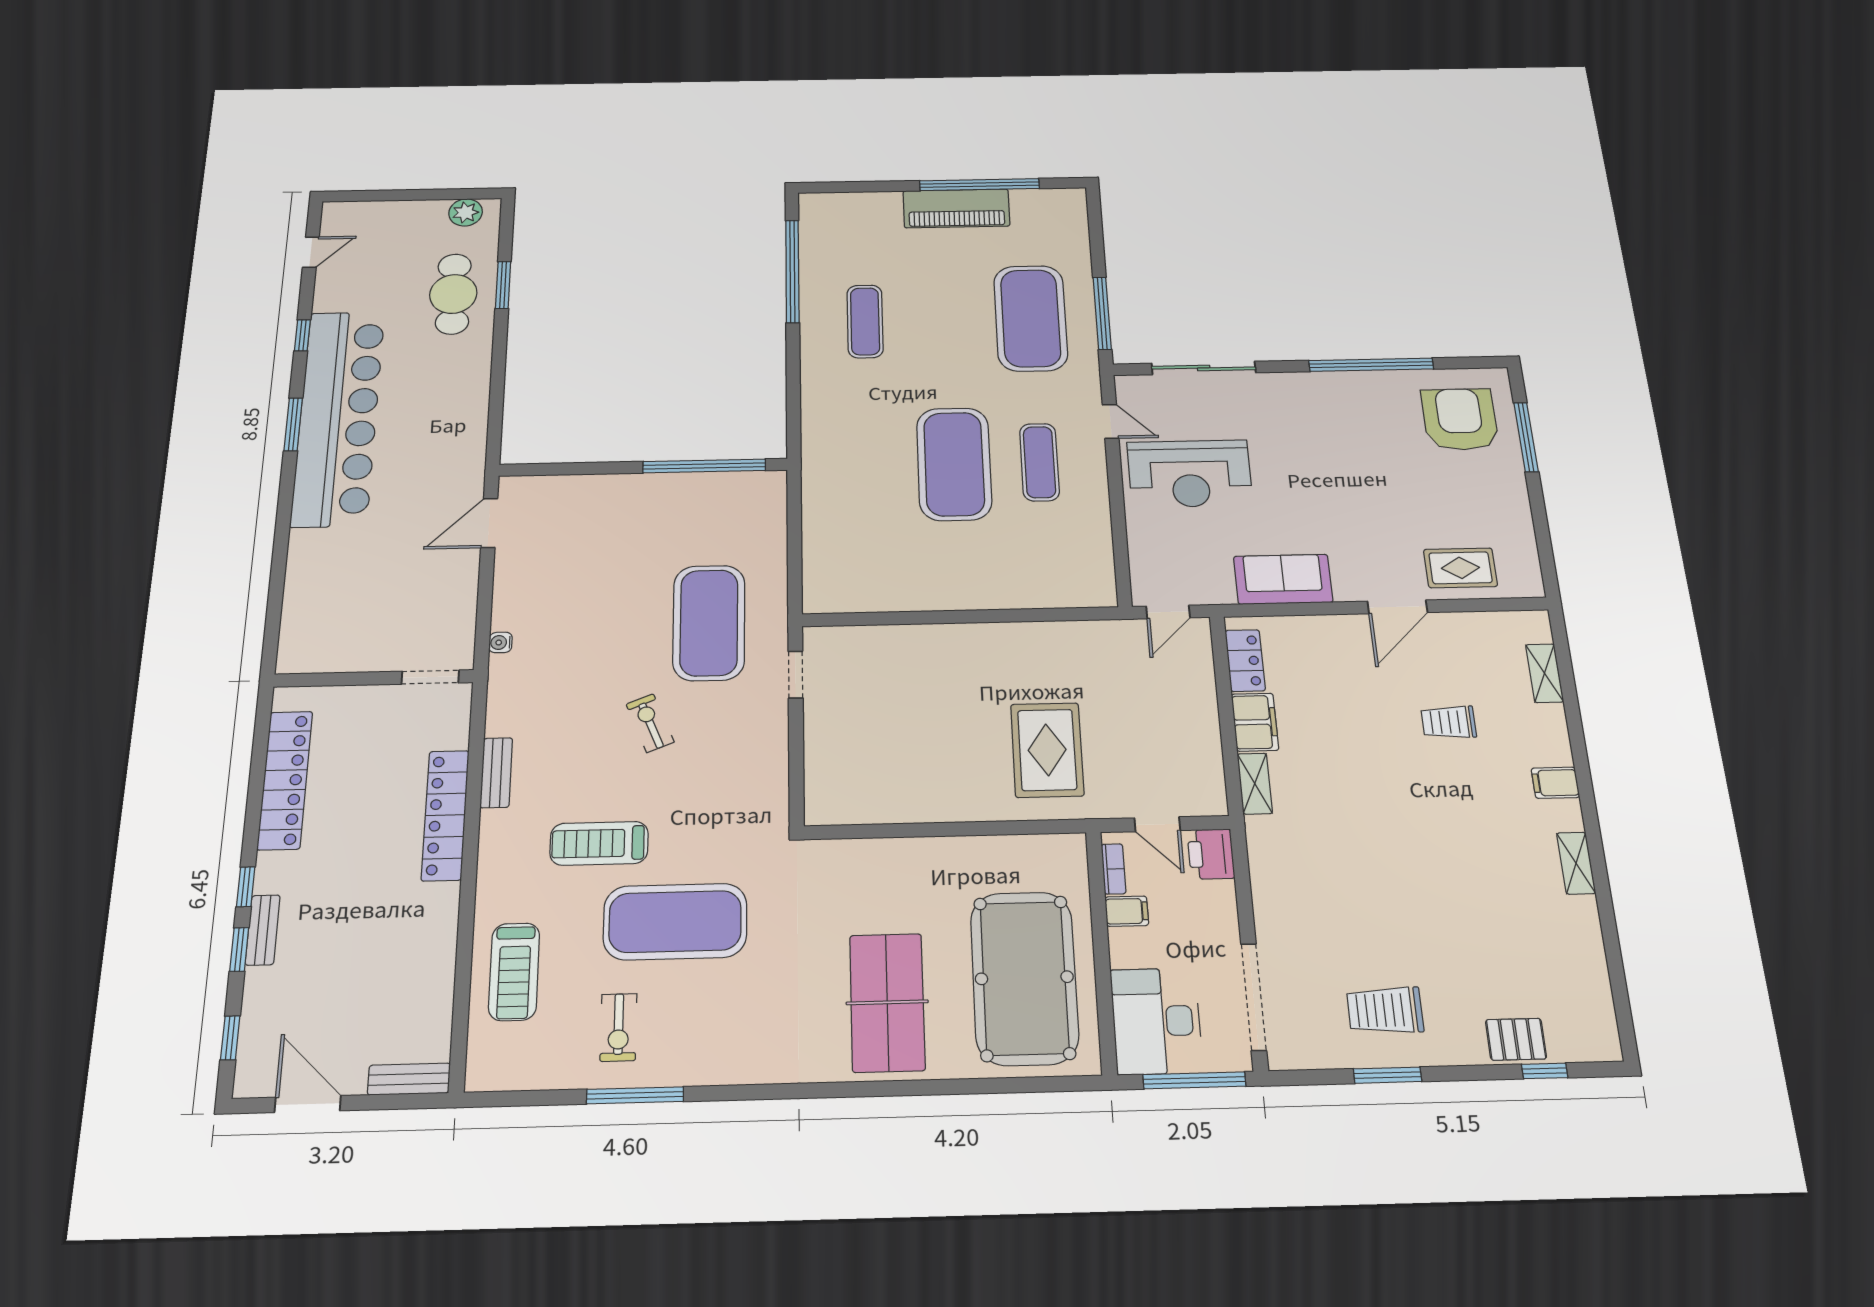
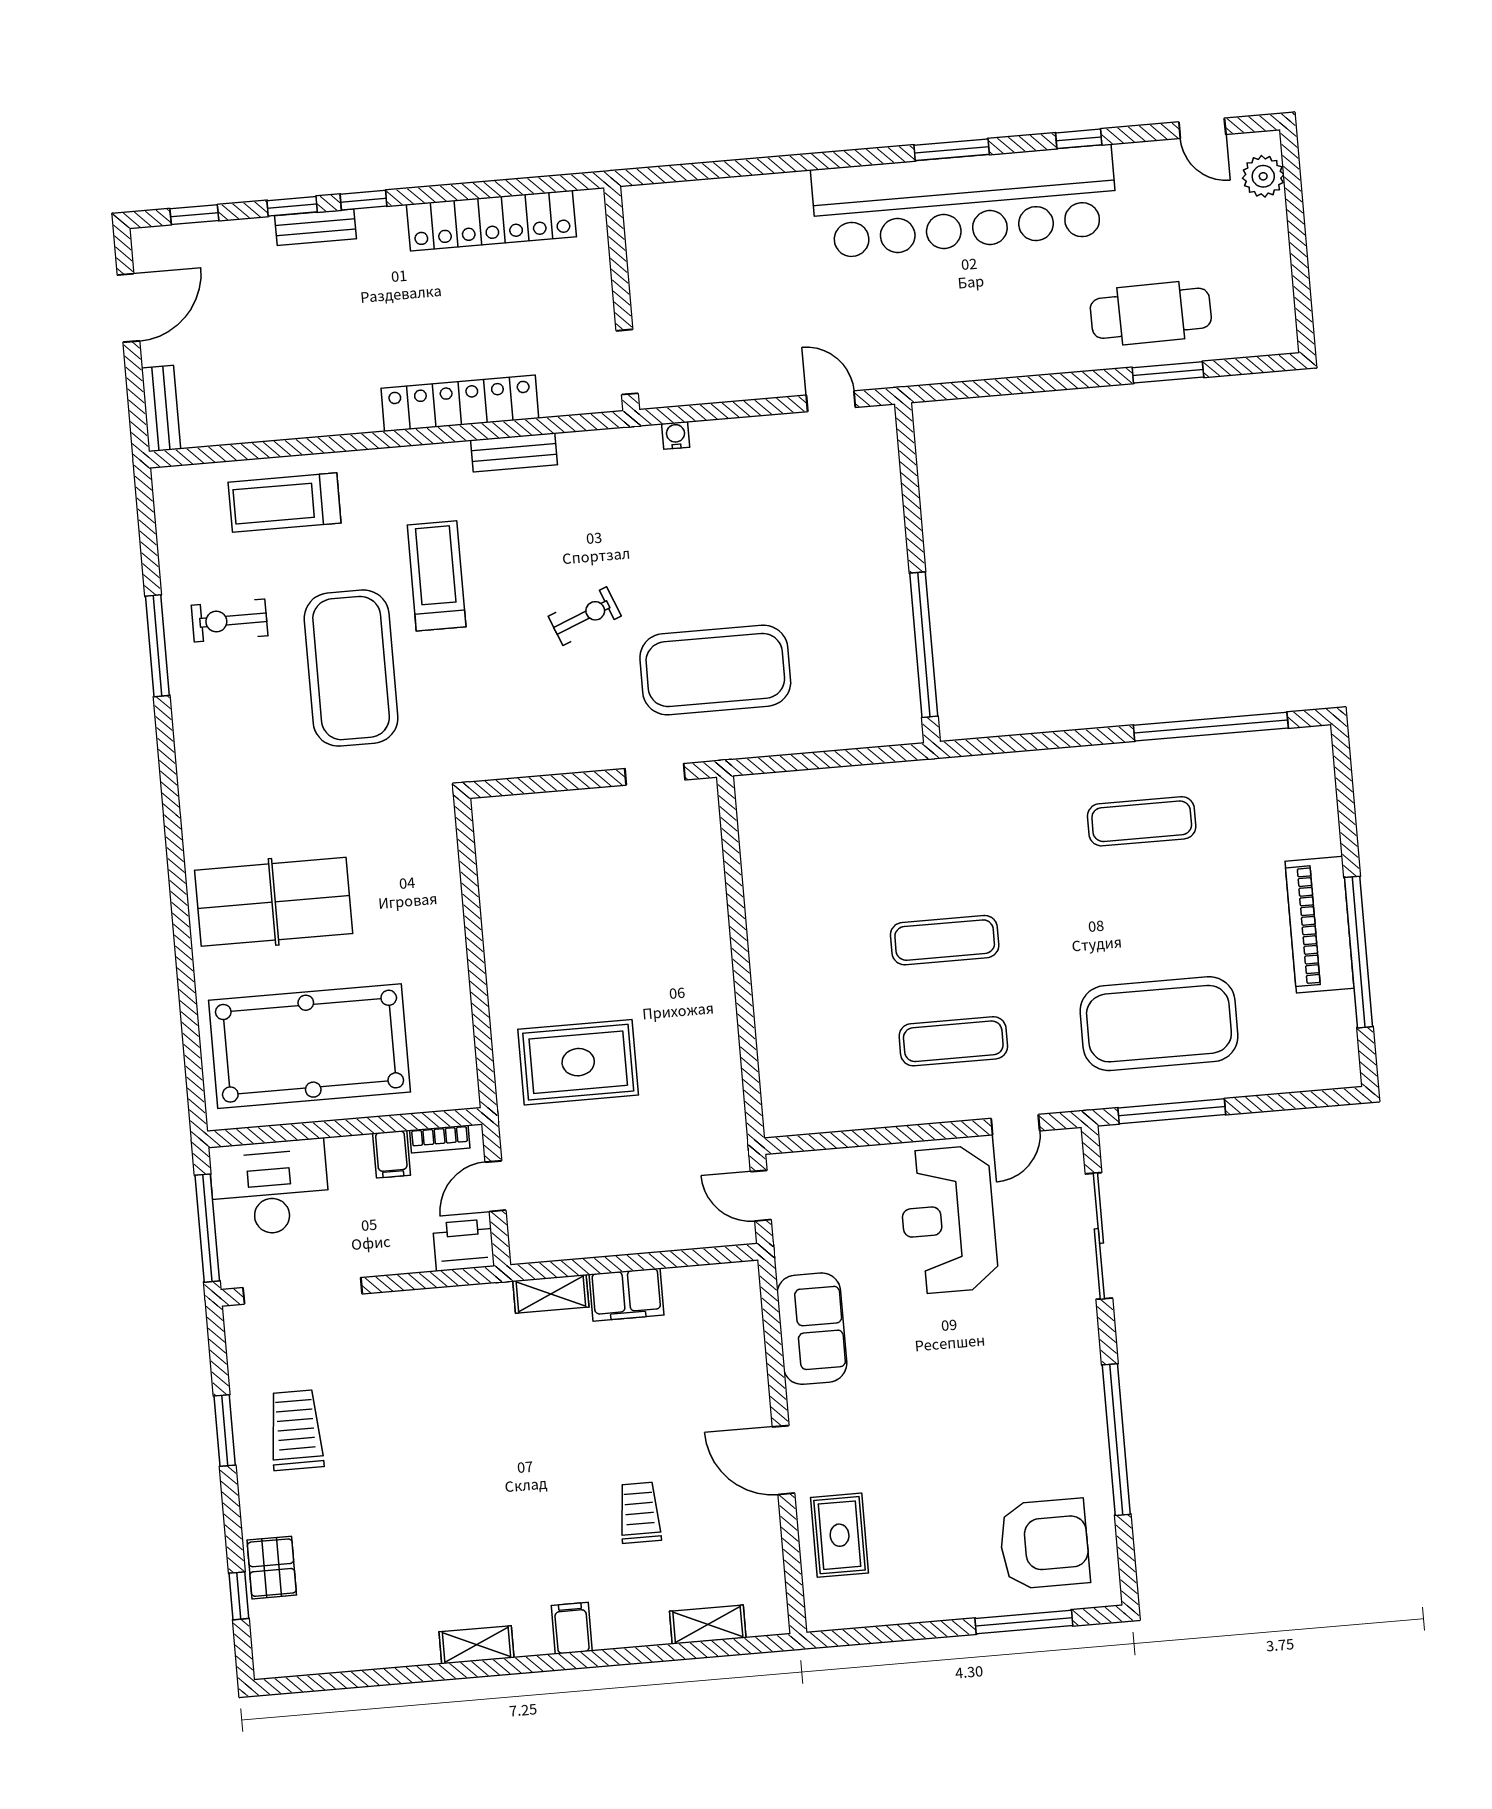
plant: (466, 212) -> (1263, 176), moved
exercise mat: (954, 464) -> (945, 940), width x0.50, depth x0.69
door: (489, 523) -> (831, 401), width x0.73
locker: (1245, 661) -> (704, 1284), removed

